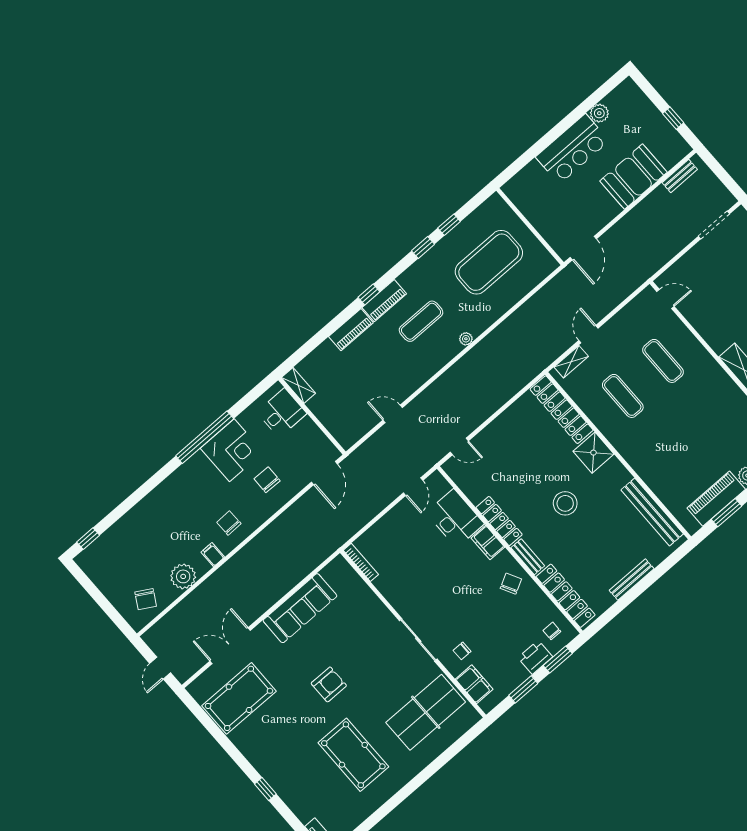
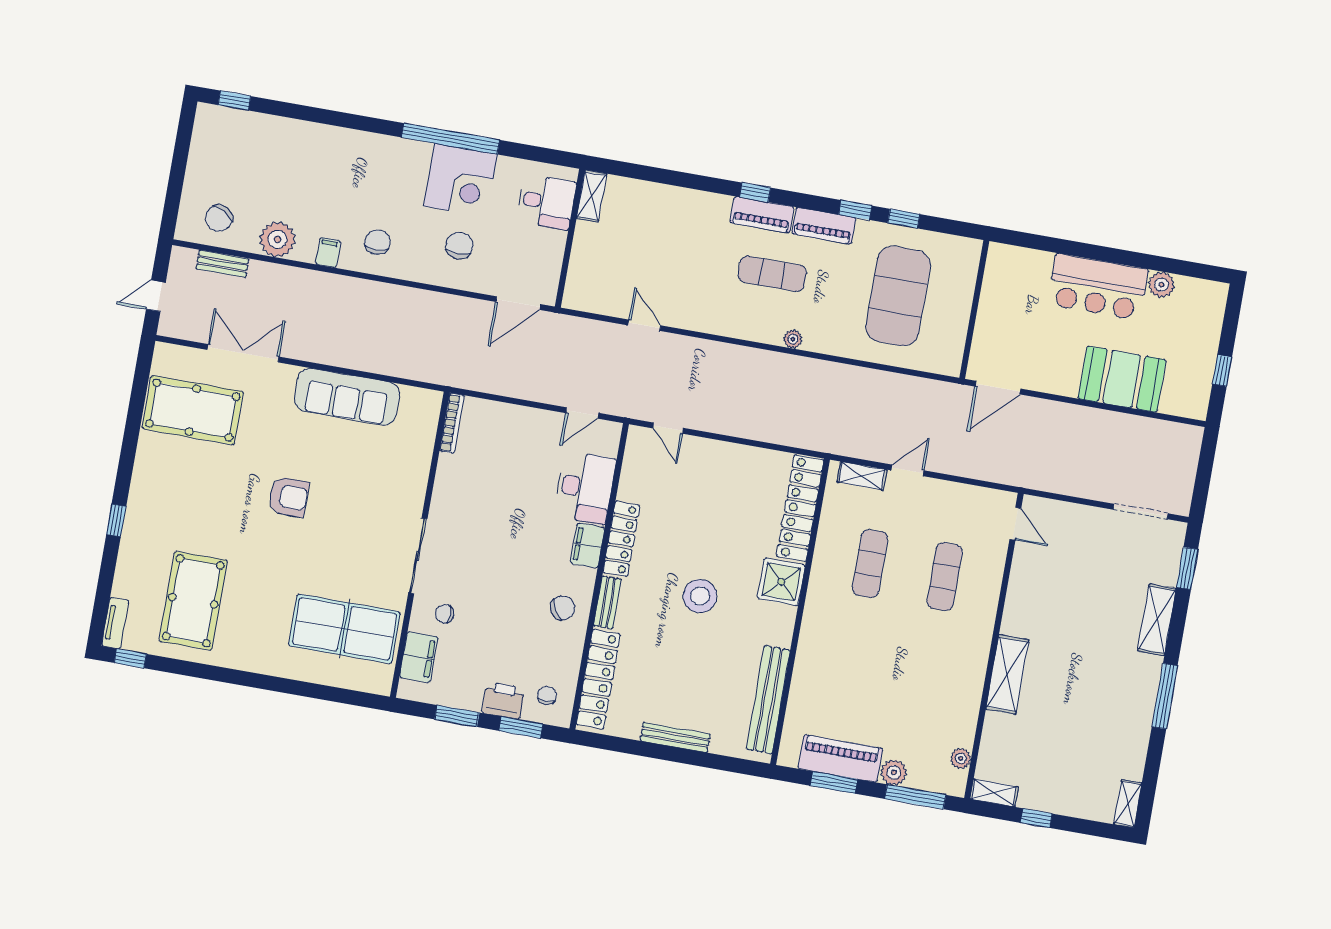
bench: (680, 176) -> (223, 264), moved
exercise mat: (489, 262) -> (898, 296), turned 90
piano: (351, 330) -> (824, 226), moved
pool table: (353, 755) -> (193, 601), moved

